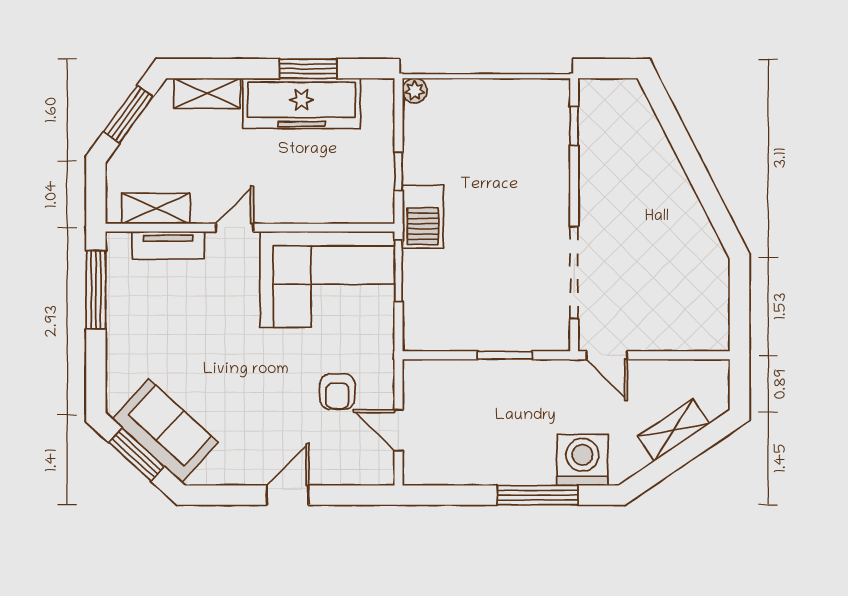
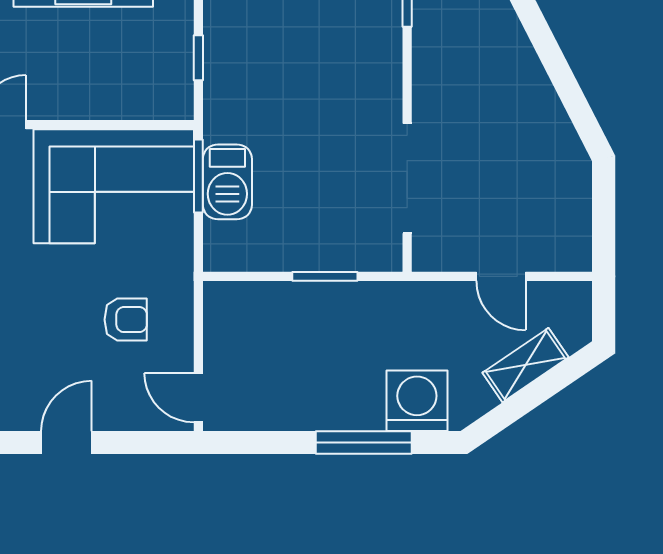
barbecue: (423, 217) -> (227, 182), moved
door: (607, 355) -> (501, 276), moved
armchair: (337, 392) -> (126, 320), turned -90
door: (399, 430) -> (198, 398), moved

